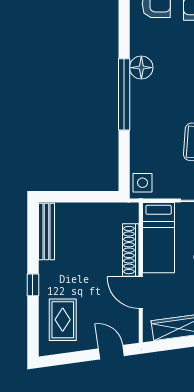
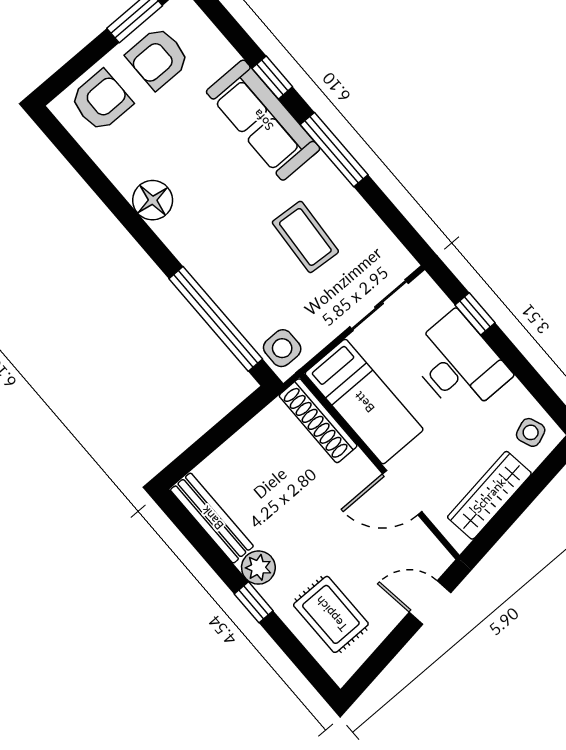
window: (124, 94) -> (216, 319), moved
shoe rack: (131, 250) -> (318, 421), moved
plant: (48, 271) -> (258, 568), added

